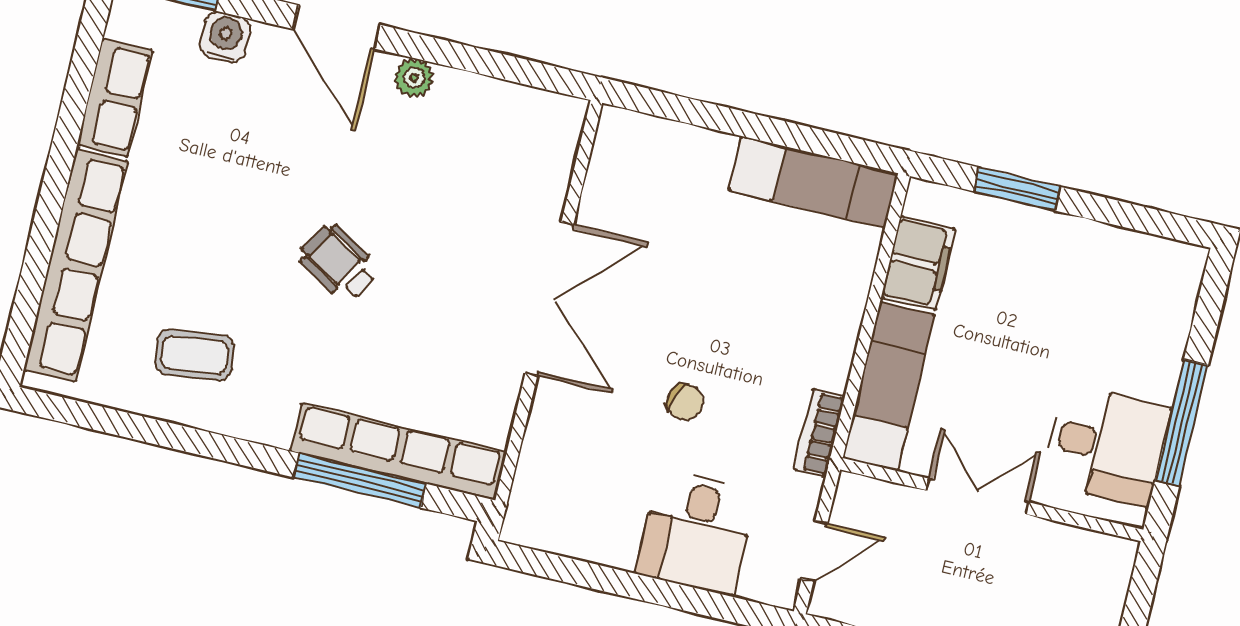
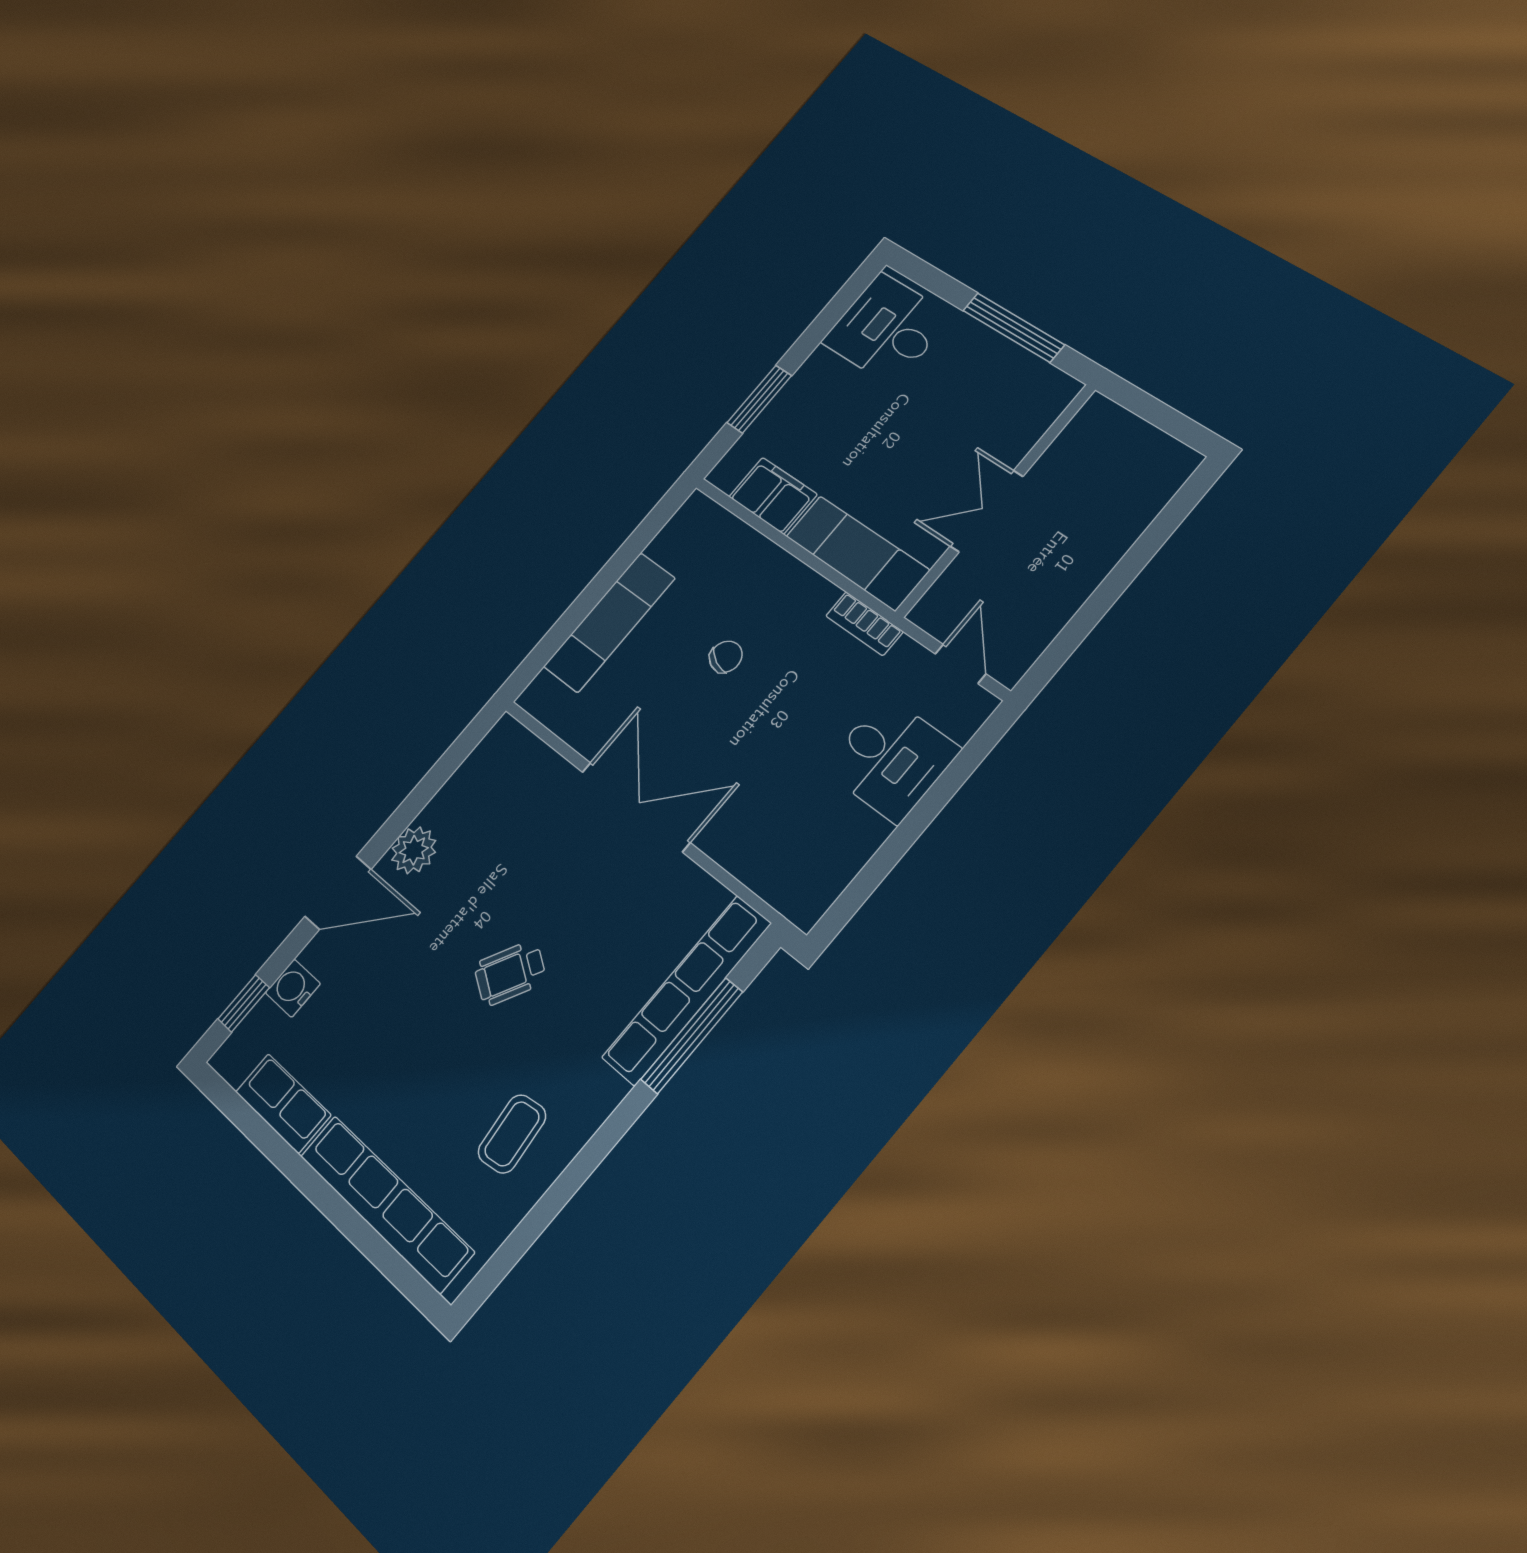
plant: (414, 78) -> (414, 850), width x1.38, depth x1.38
exam couch: (814, 182) -> (609, 622), moved
chair: (685, 402) -> (726, 657), moved
desk: (1106, 445) -> (887, 329), moved, turned -90

